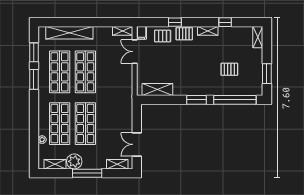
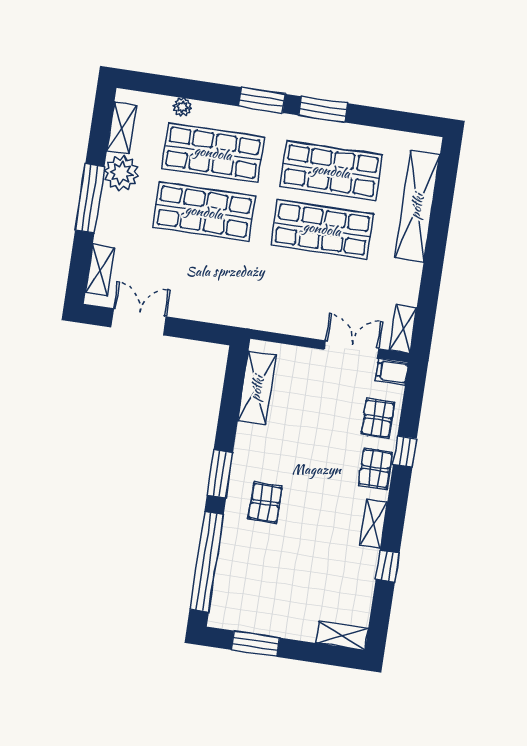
window: (34, 52) -> (262, 100), moved
pallet: (229, 69) -> (265, 503), moved

